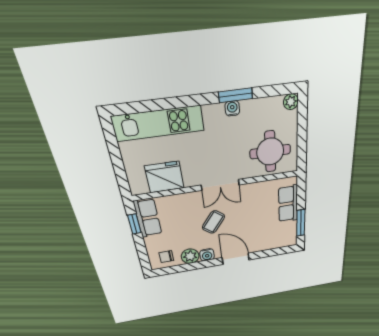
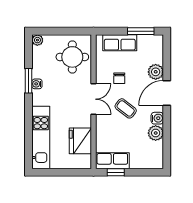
plant: (257, 245) -> (156, 72), added
chair: (166, 257) -> (119, 78), moved

